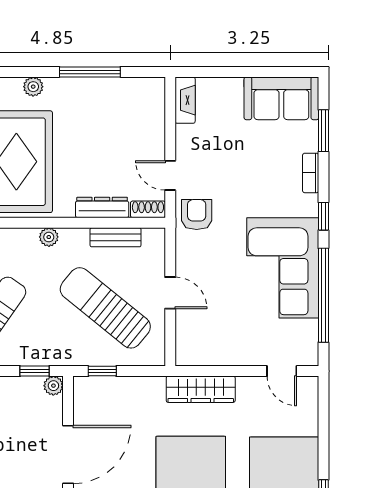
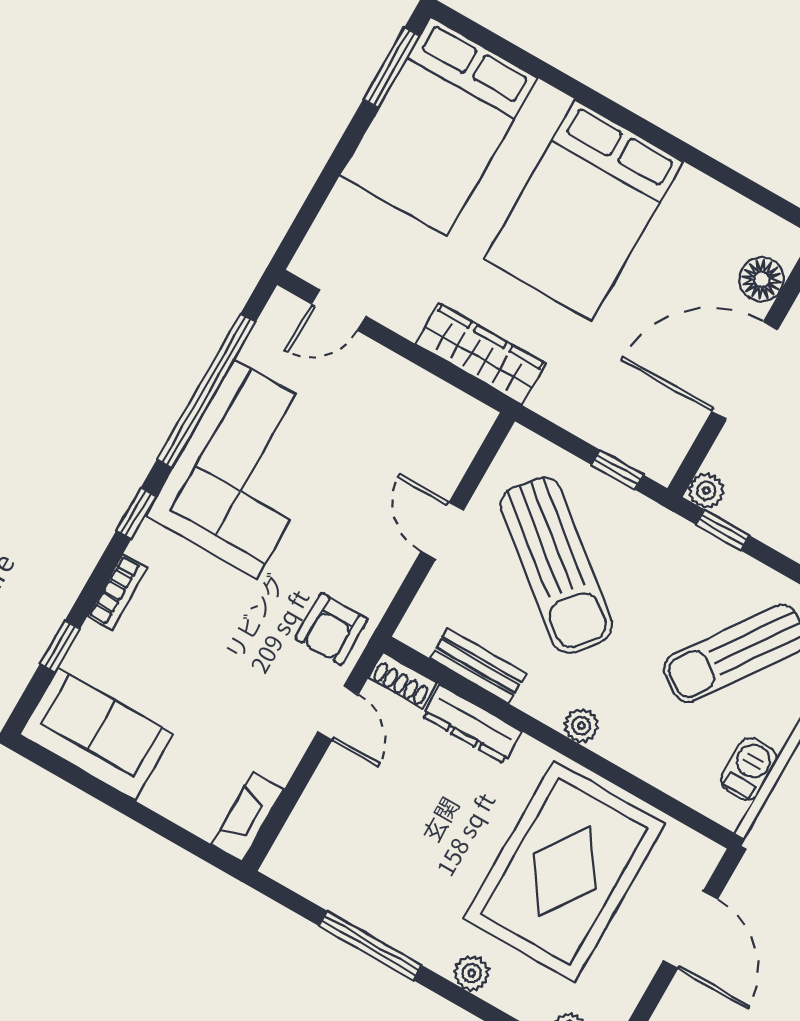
window: (323, 131) -> (60, 646), width x0.67
door: (282, 371) -> (339, 310), swing flipped

